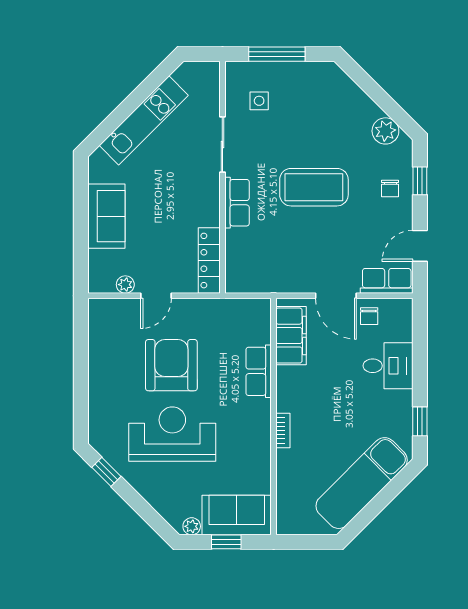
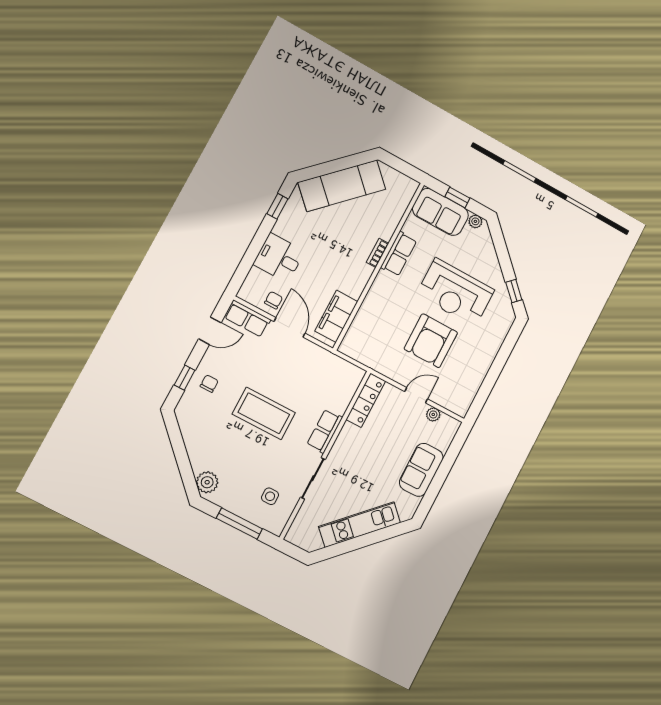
plant: (385, 131) -> (207, 482), moved
row of seats: (259, 371) -> (399, 254), moved

